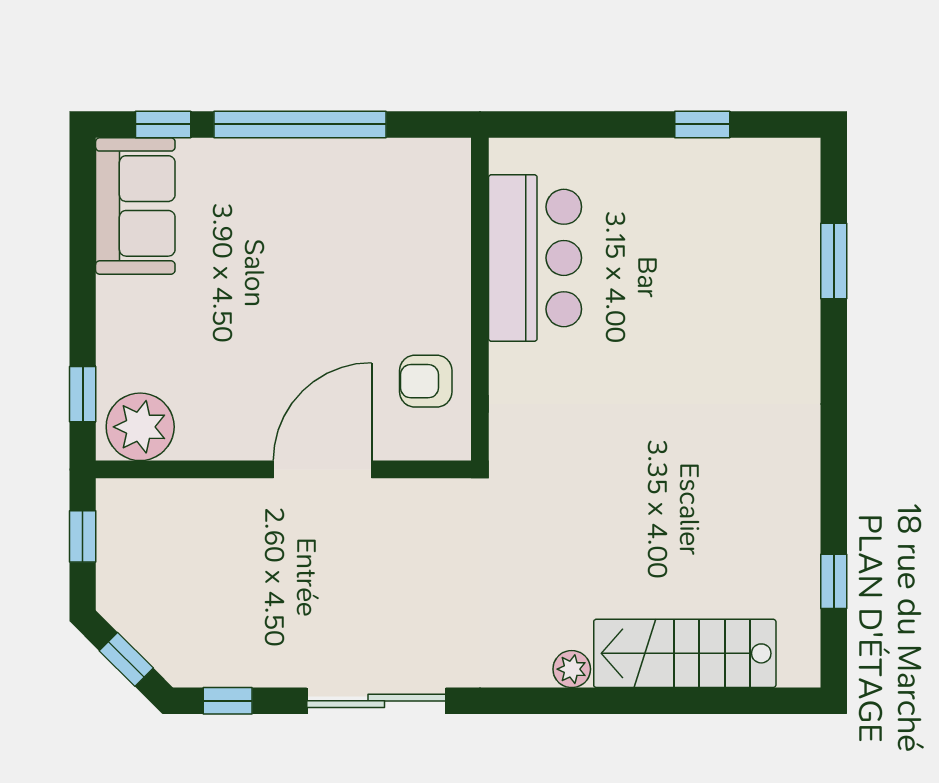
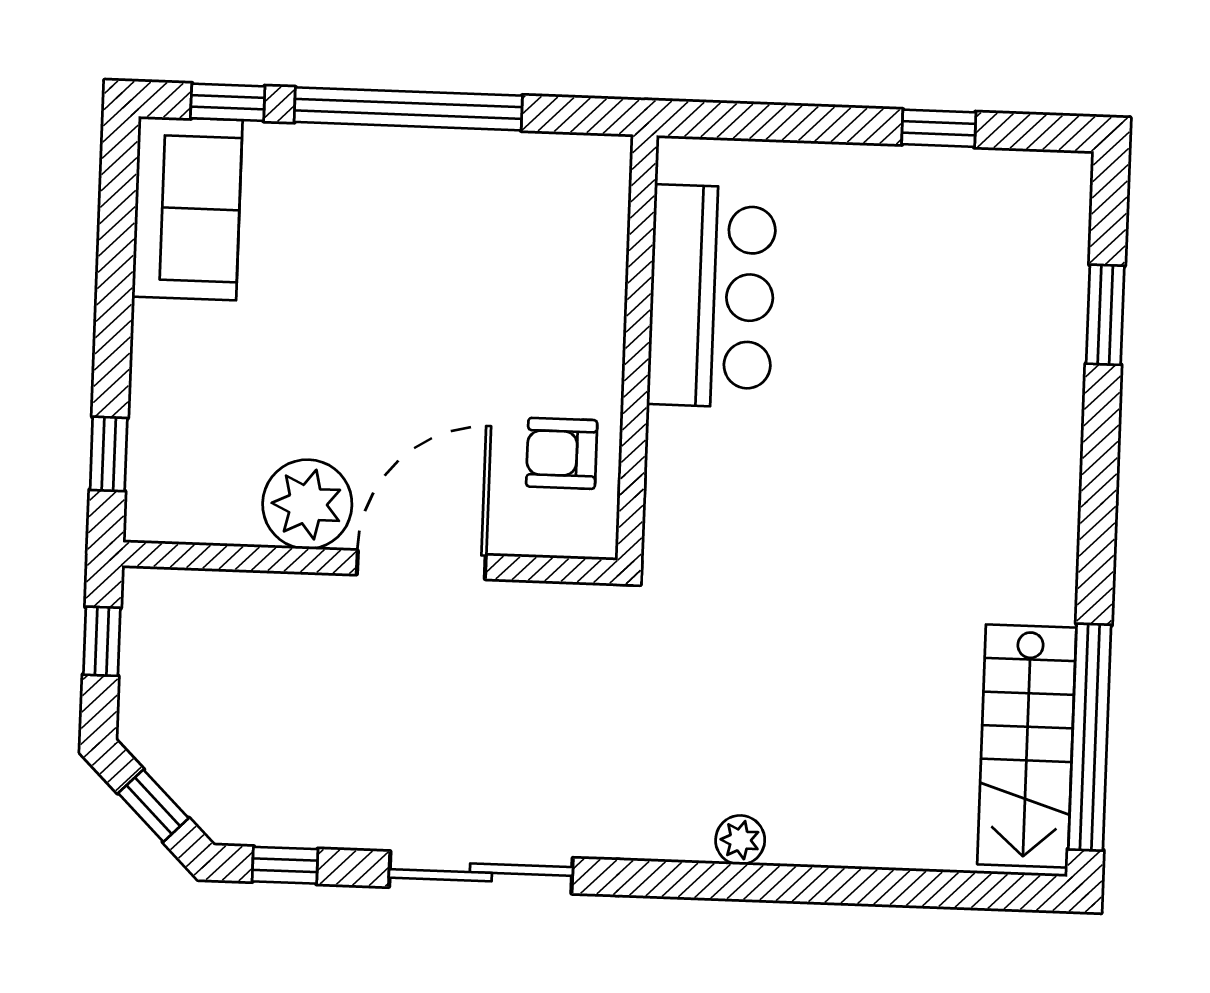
plant: (140, 427) -> (307, 504), moved
window: (834, 581) -> (1090, 737), width x3.17
stairs: (685, 653) -> (1027, 746), moved, turned -90

